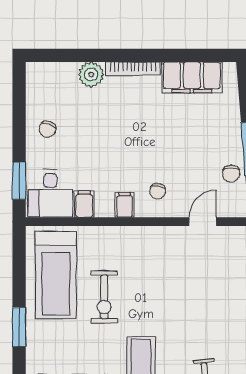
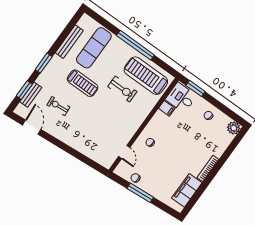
plant: (91, 74) -> (234, 128), moved
filing cabinet: (125, 205) -> (154, 125), removed
exercise bike: (104, 297) -> (122, 89), turned 180
window: (19, 327) -> (135, 45), width x2.11

